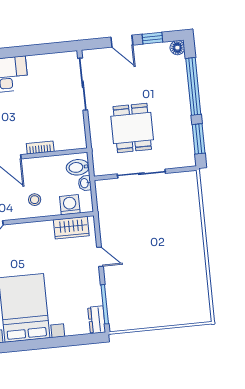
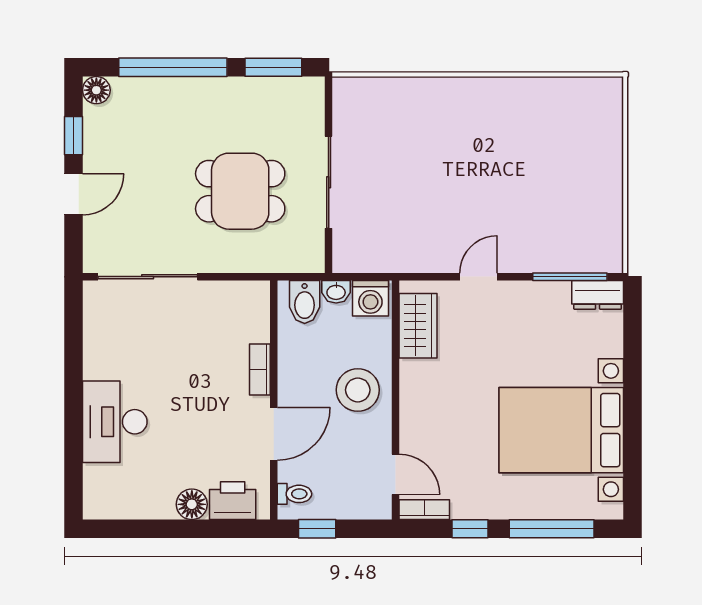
stool: (35, 200) -> (358, 390), width x1.89, depth x1.89
washing machine: (70, 205) -> (370, 298), moved, turned -90

